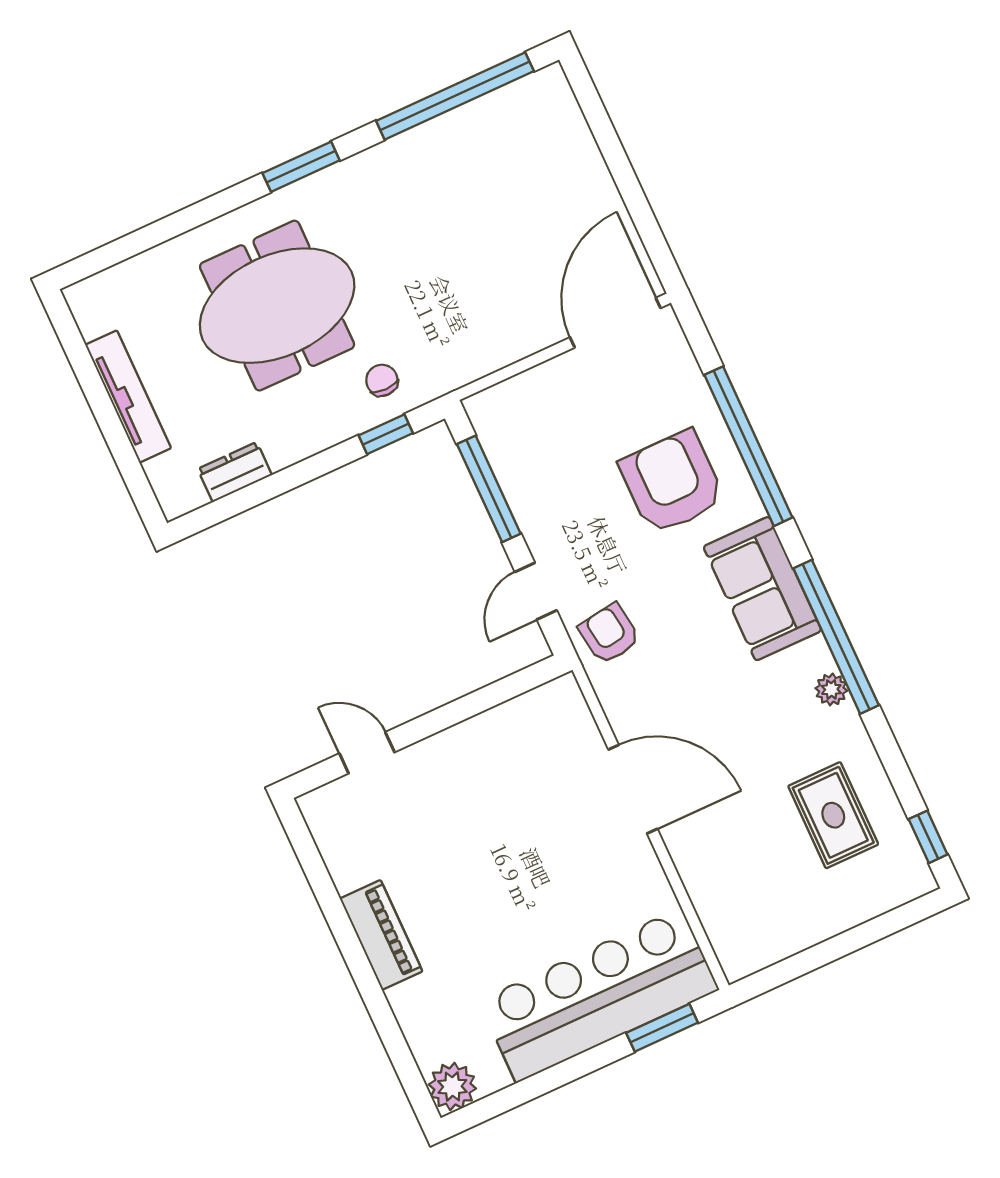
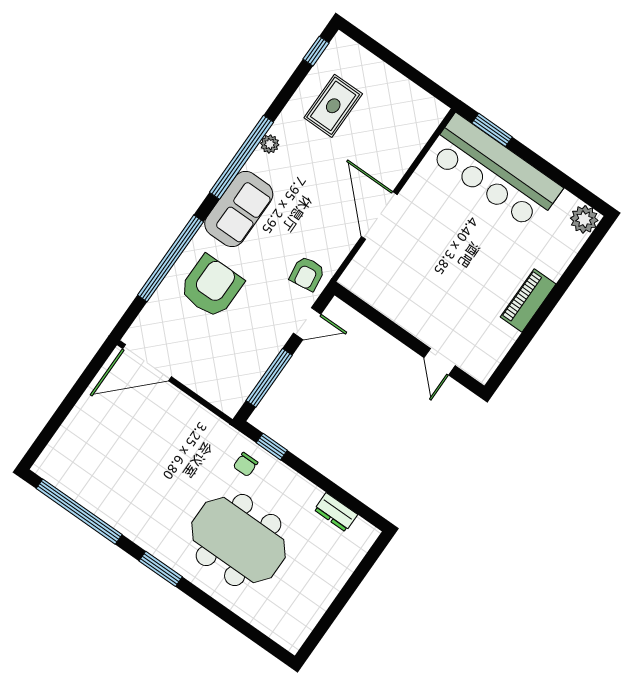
tv unit: (128, 397) -> (329, 589), removed
armchair: (672, 482) -> (211, 287), turned 180

